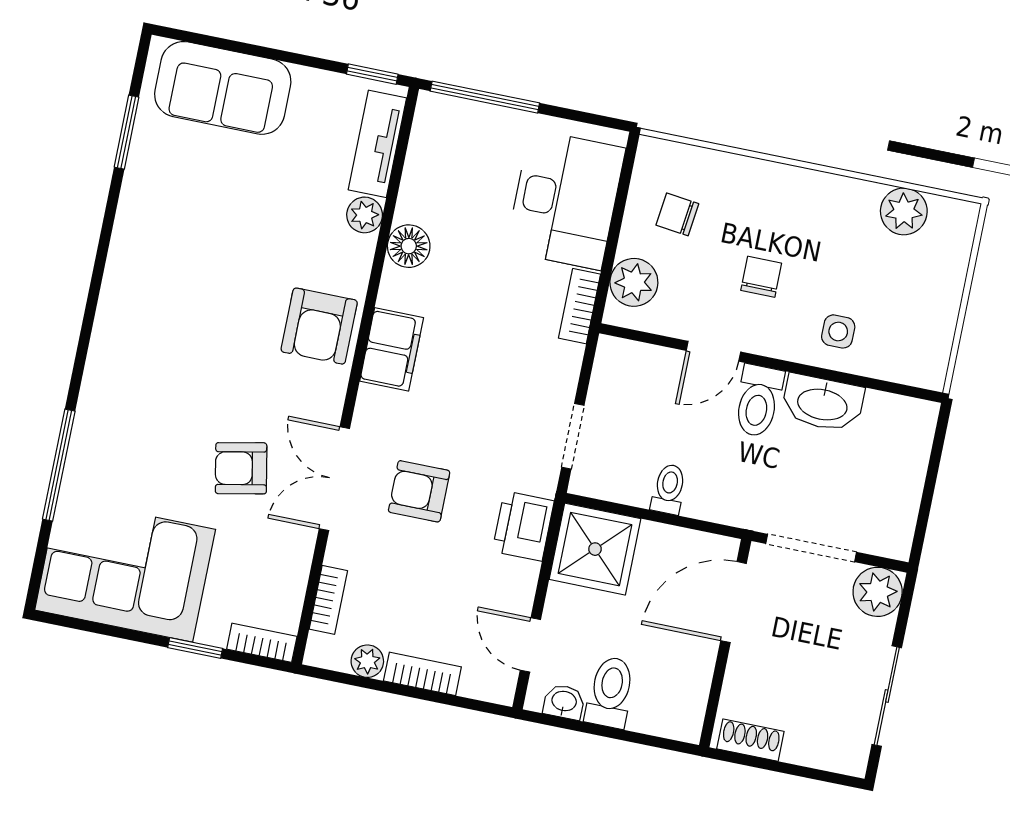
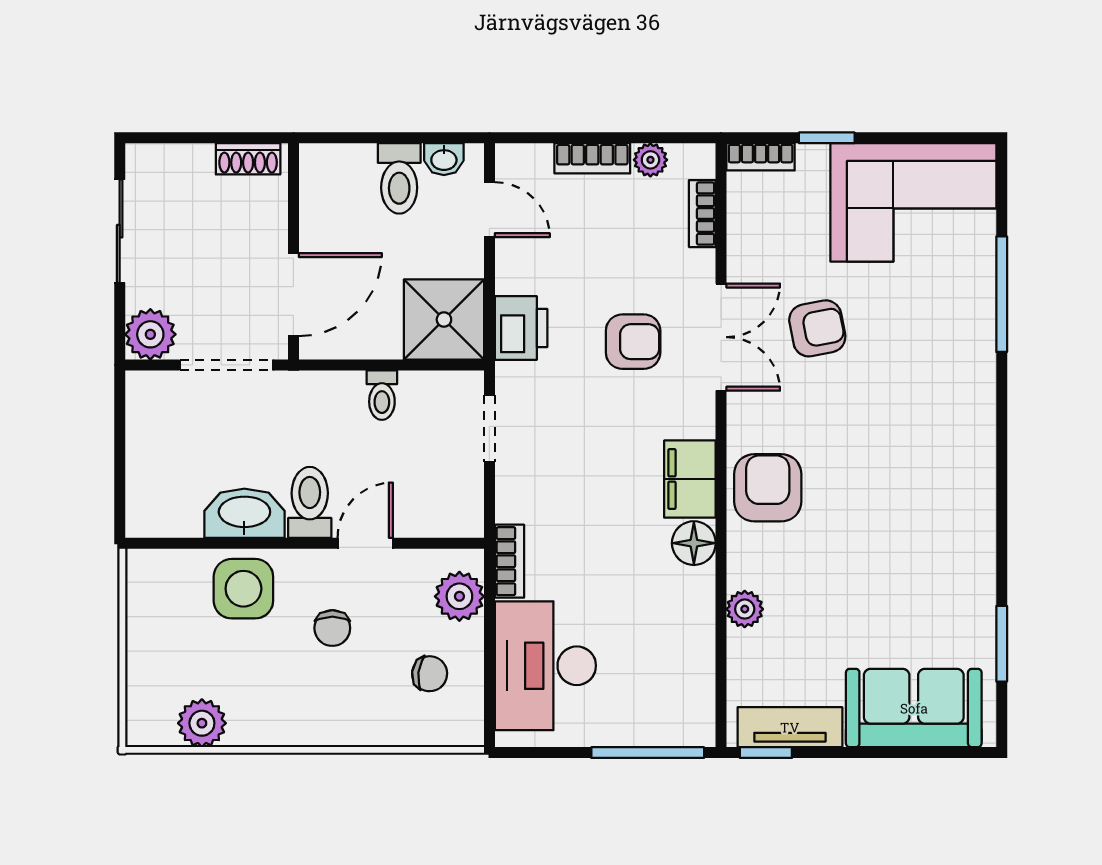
tv unit: (377, 144) -> (790, 727), moved, turned -90
floor lamp: (409, 246) -> (694, 543), moved
side table: (838, 331) -> (243, 589), width x1.87, depth x1.87

